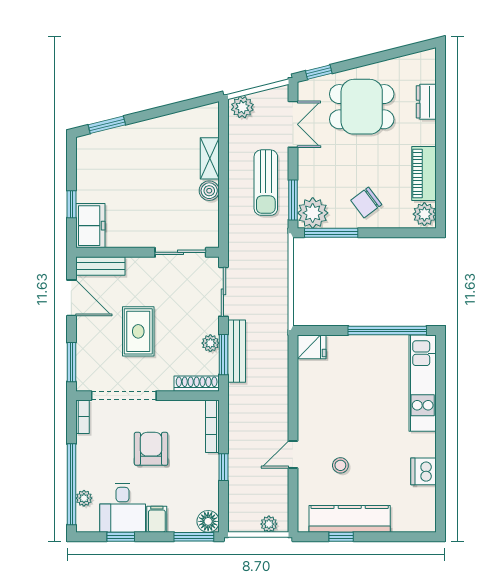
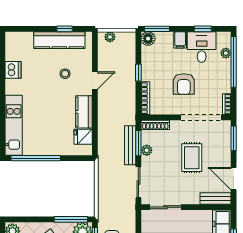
fridge: (312, 347) -> (83, 137), moved
kitchen counter: (310, 404) -> (84, 112), added

